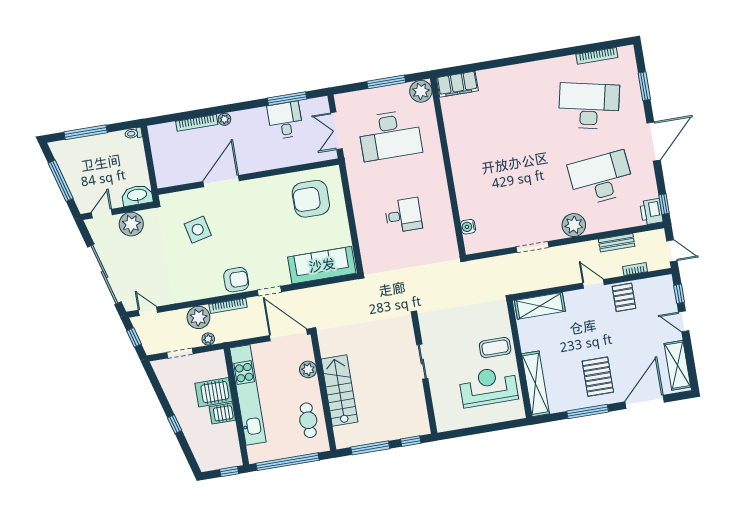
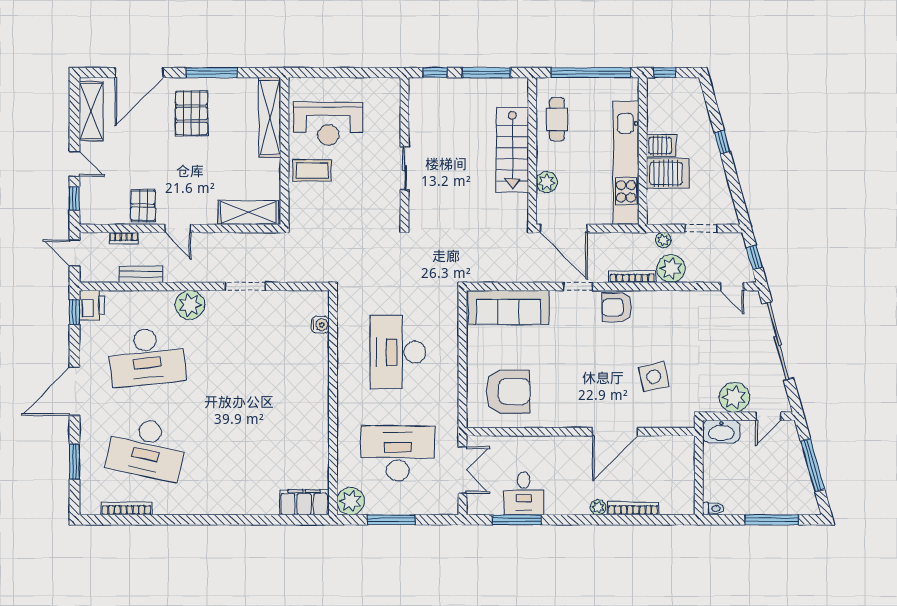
desk: (403, 215) -> (398, 352), width x1.87, depth x1.30

